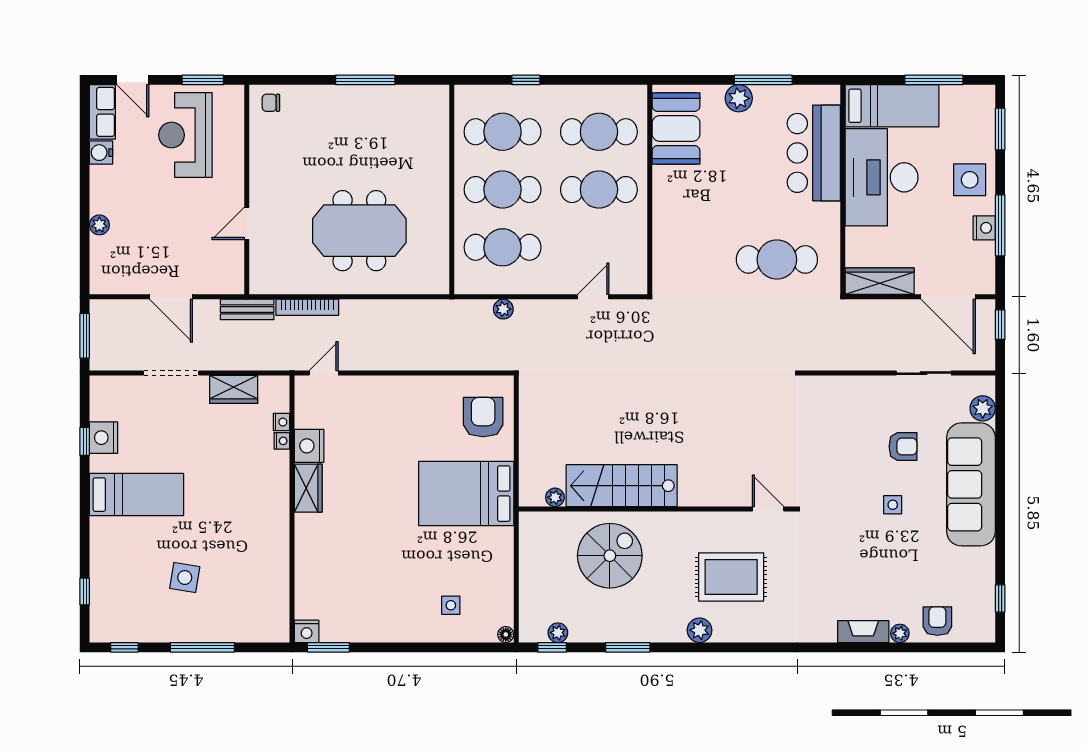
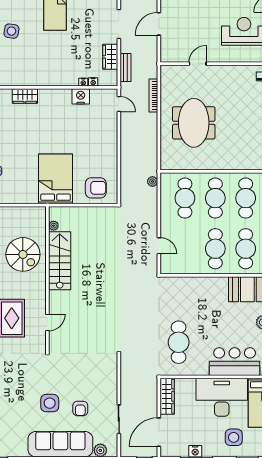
side table: (970, 180) -> (234, 437), moved
door: (247, 223) -> (198, 64), hinge flipped
bench: (247, 309) -> (126, 68), moved
plant: (503, 309) -> (152, 182), moved
wardrobe: (308, 488) -> (25, 96), moved
side table: (893, 505) -> (50, 403), width x1.87, depth x1.87
door: (768, 509) -> (47, 322), moved

